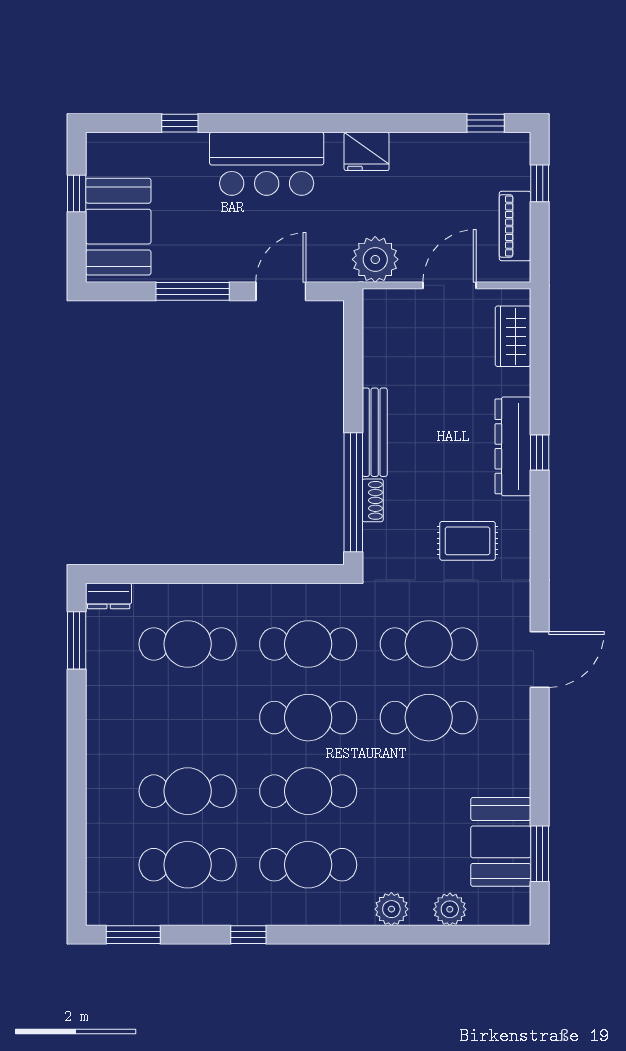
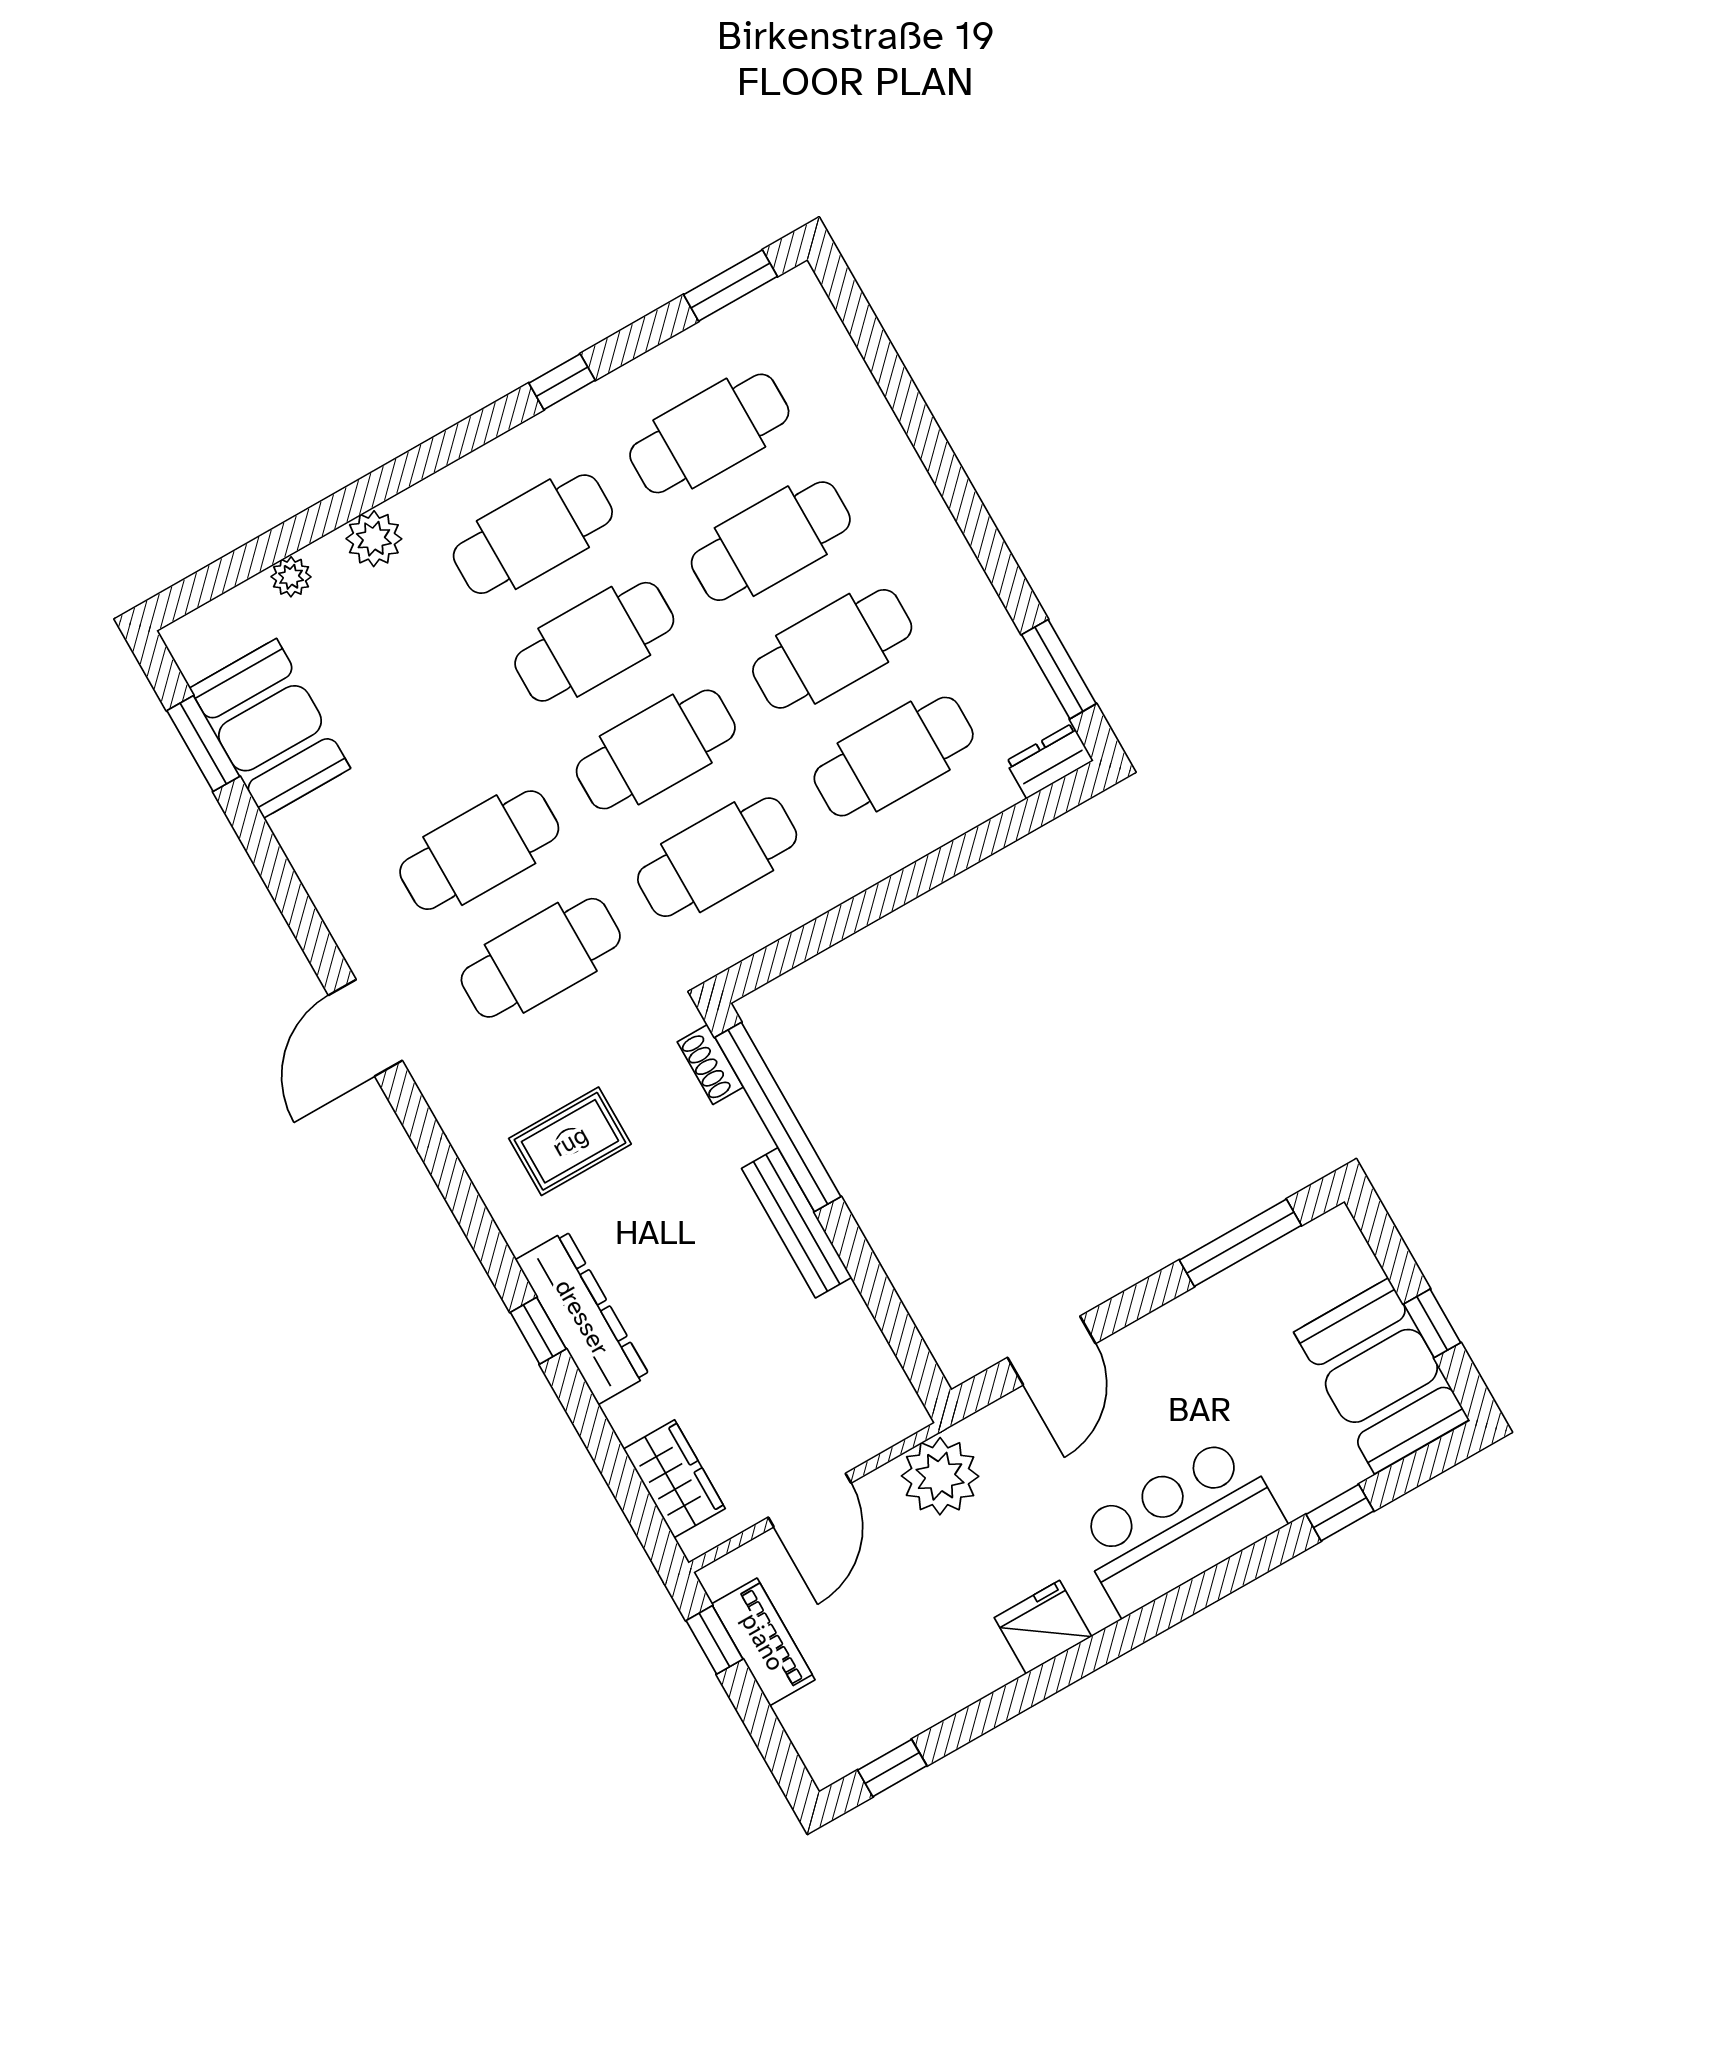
window: (540, 183) -> (714, 1640), moved
booth: (118, 227) -> (1381, 1376), moved
window: (193, 291) -> (1240, 1243), moved
shoe rack: (373, 500) -> (710, 1064), moved
cafe table: (188, 718) -> (832, 649), added
plant: (450, 909) -> (291, 577), width x0.73, depth x0.73

